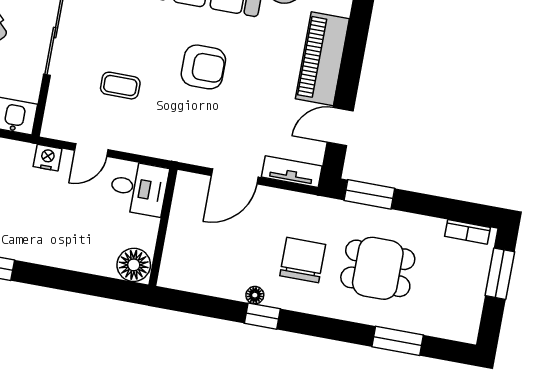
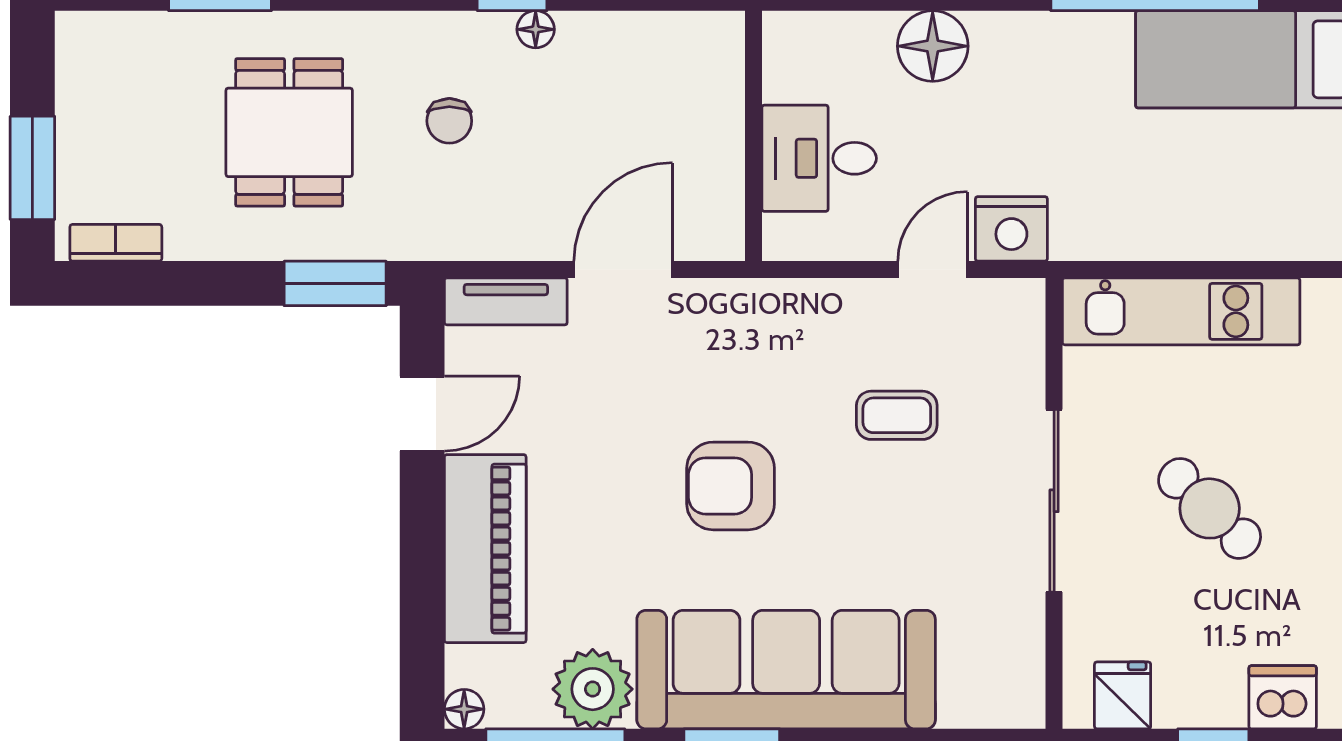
nightstand: (48, 158) -> (1011, 229), width x1.36, depth x1.33
desk: (139, 188) -> (819, 158), moved
chair: (303, 260) -> (449, 121), width x0.54, depth x0.54
floor lamp: (134, 265) -> (933, 46), moved
dining table: (378, 268) -> (289, 132), turned 90

